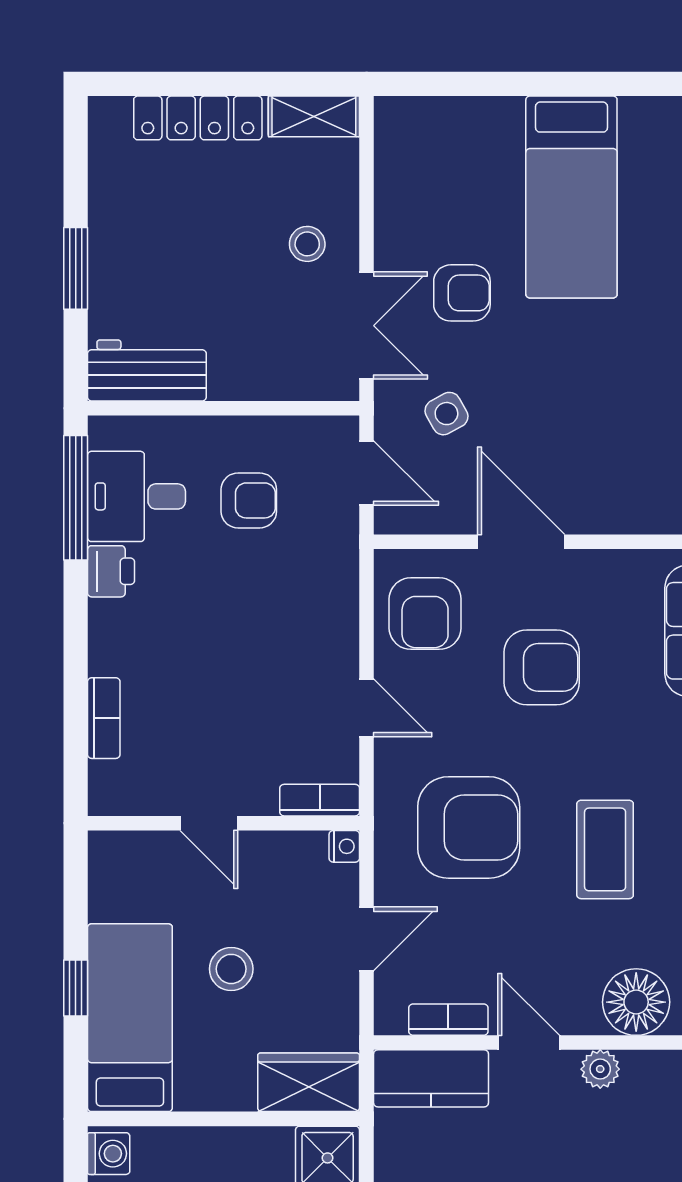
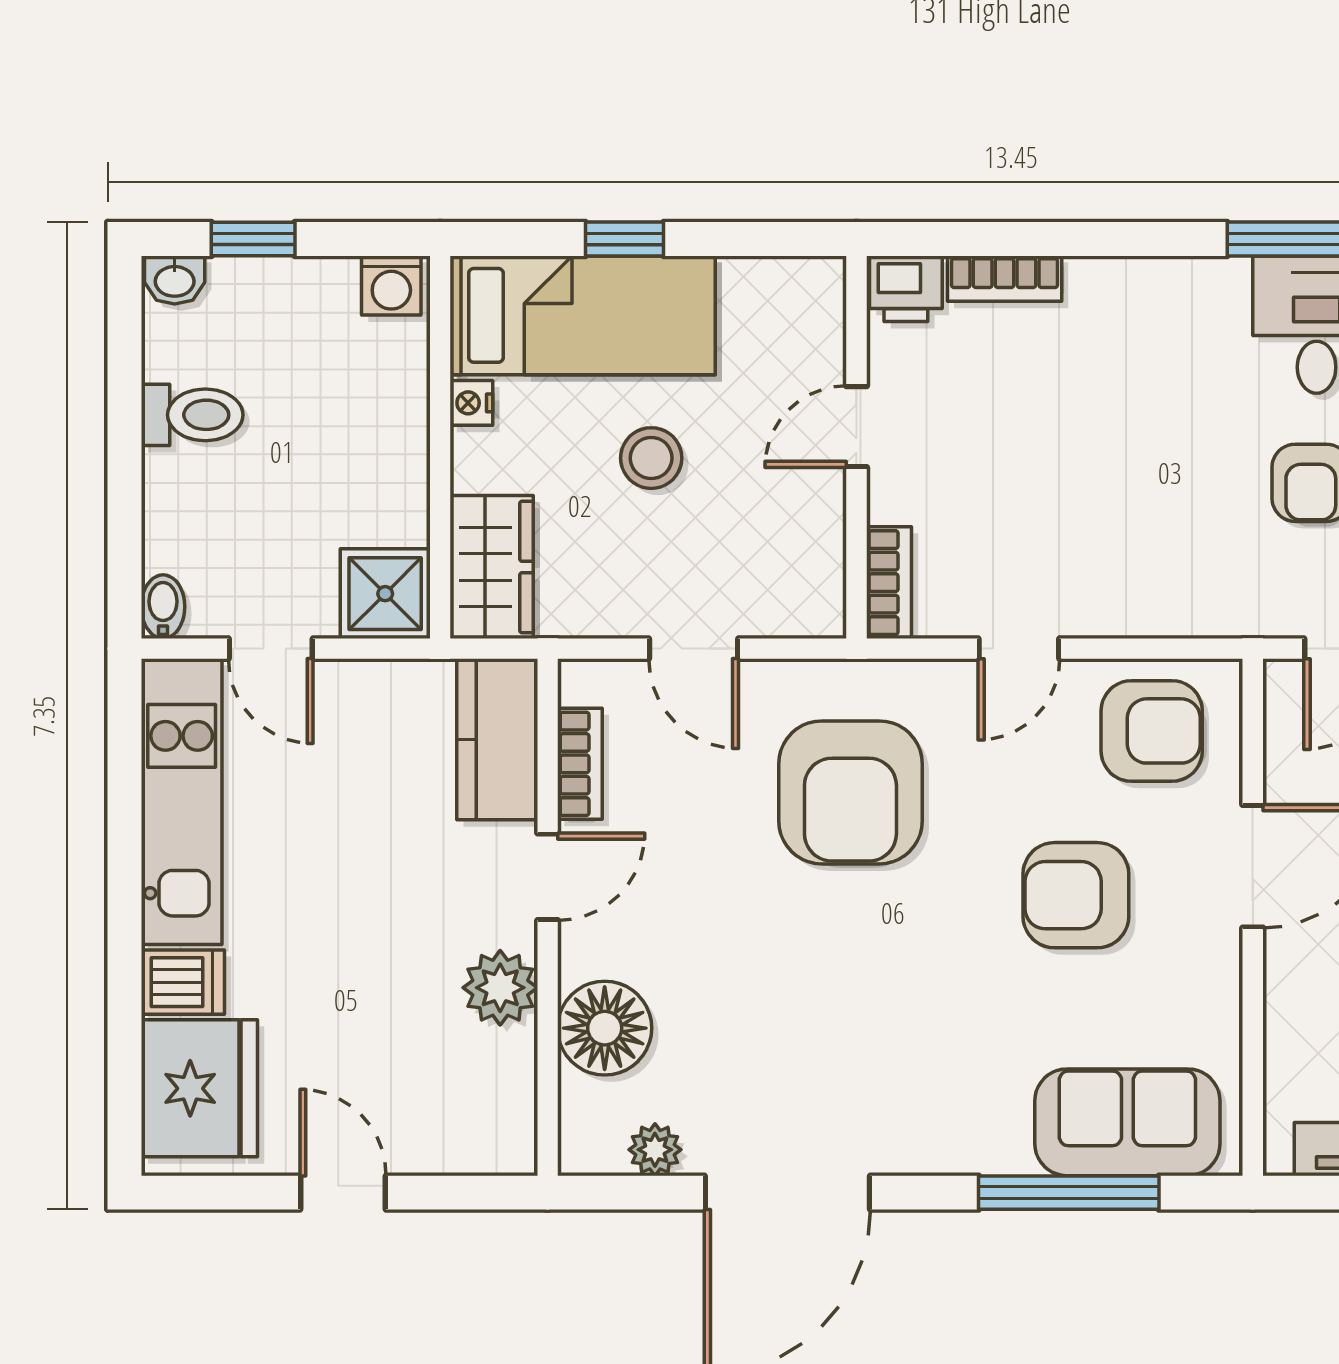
printer: (111, 571) -> (906, 289), moved
armchair: (425, 614) -> (1152, 731), turned 180
armchair: (542, 667) -> (1076, 895), turned 90
nightstand: (344, 846) -> (471, 403), moved, turned 90
coffee table: (605, 849) -> (820, 984), removed
plant: (600, 1069) -> (500, 988), width x1.38, depth x1.38

